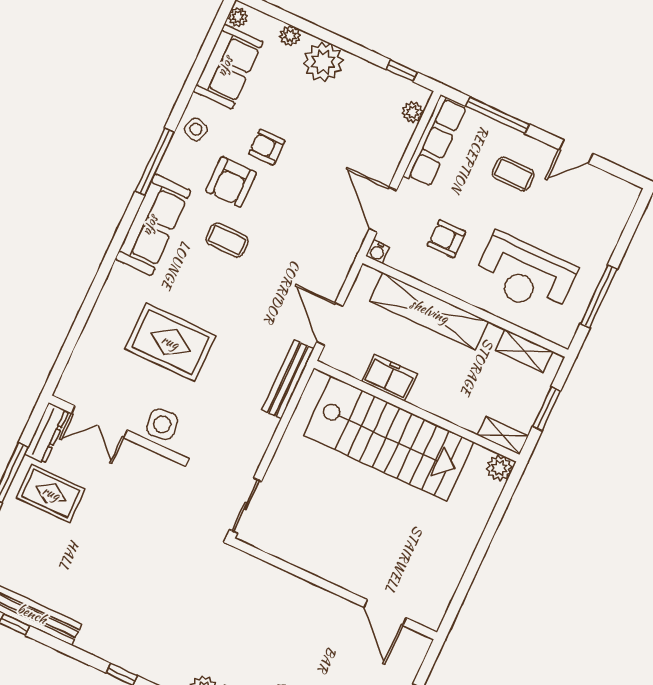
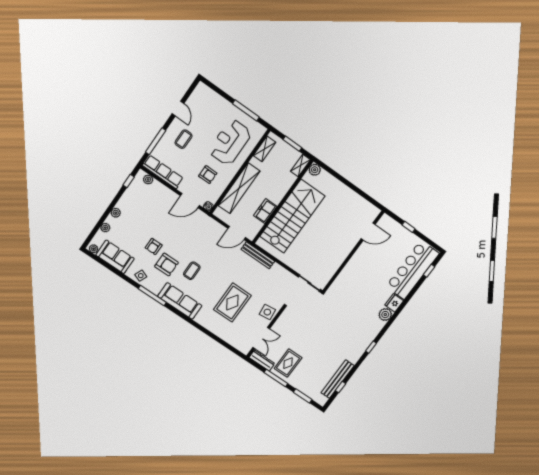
plant: (323, 62) -> (116, 213), width x0.53, depth x0.53
armchair: (446, 239) -> (208, 175), turned -90
reception desk: (525, 275) -> (230, 142), turned 180

